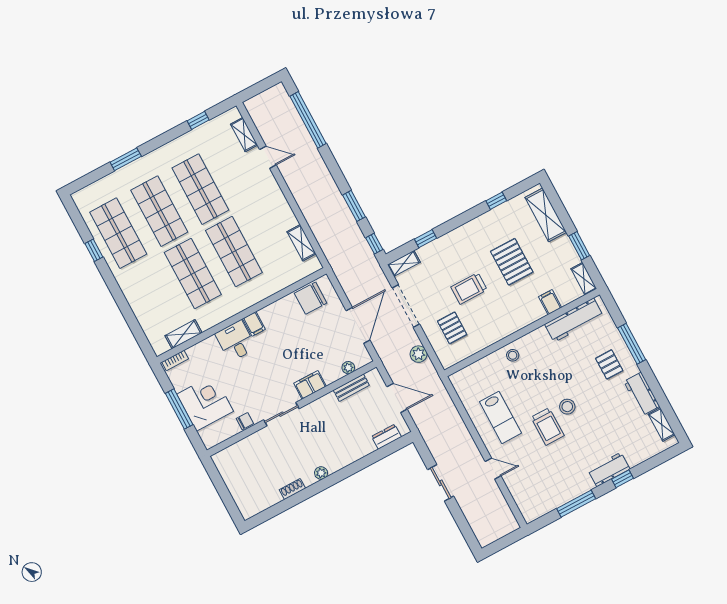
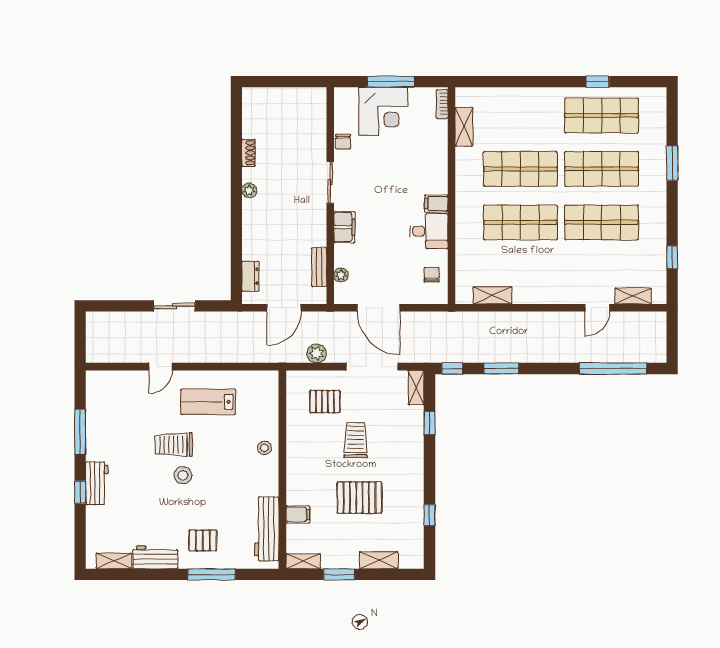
shelving: (546, 215) -> (379, 560), width x0.67, depth x0.75
chair: (311, 298) -> (432, 275), width x0.54, depth x0.54
desk: (236, 341) -> (429, 231), moved

